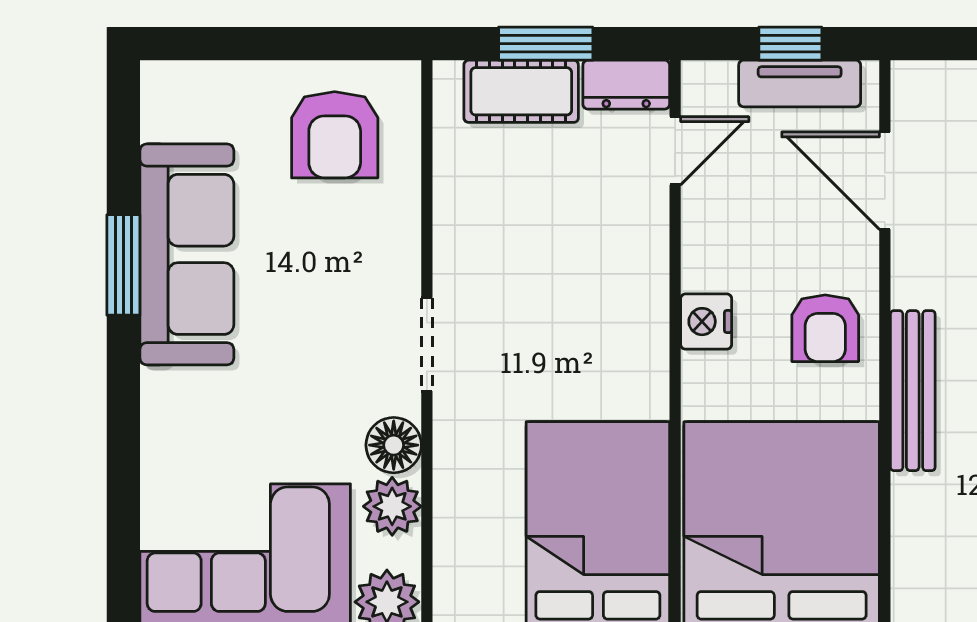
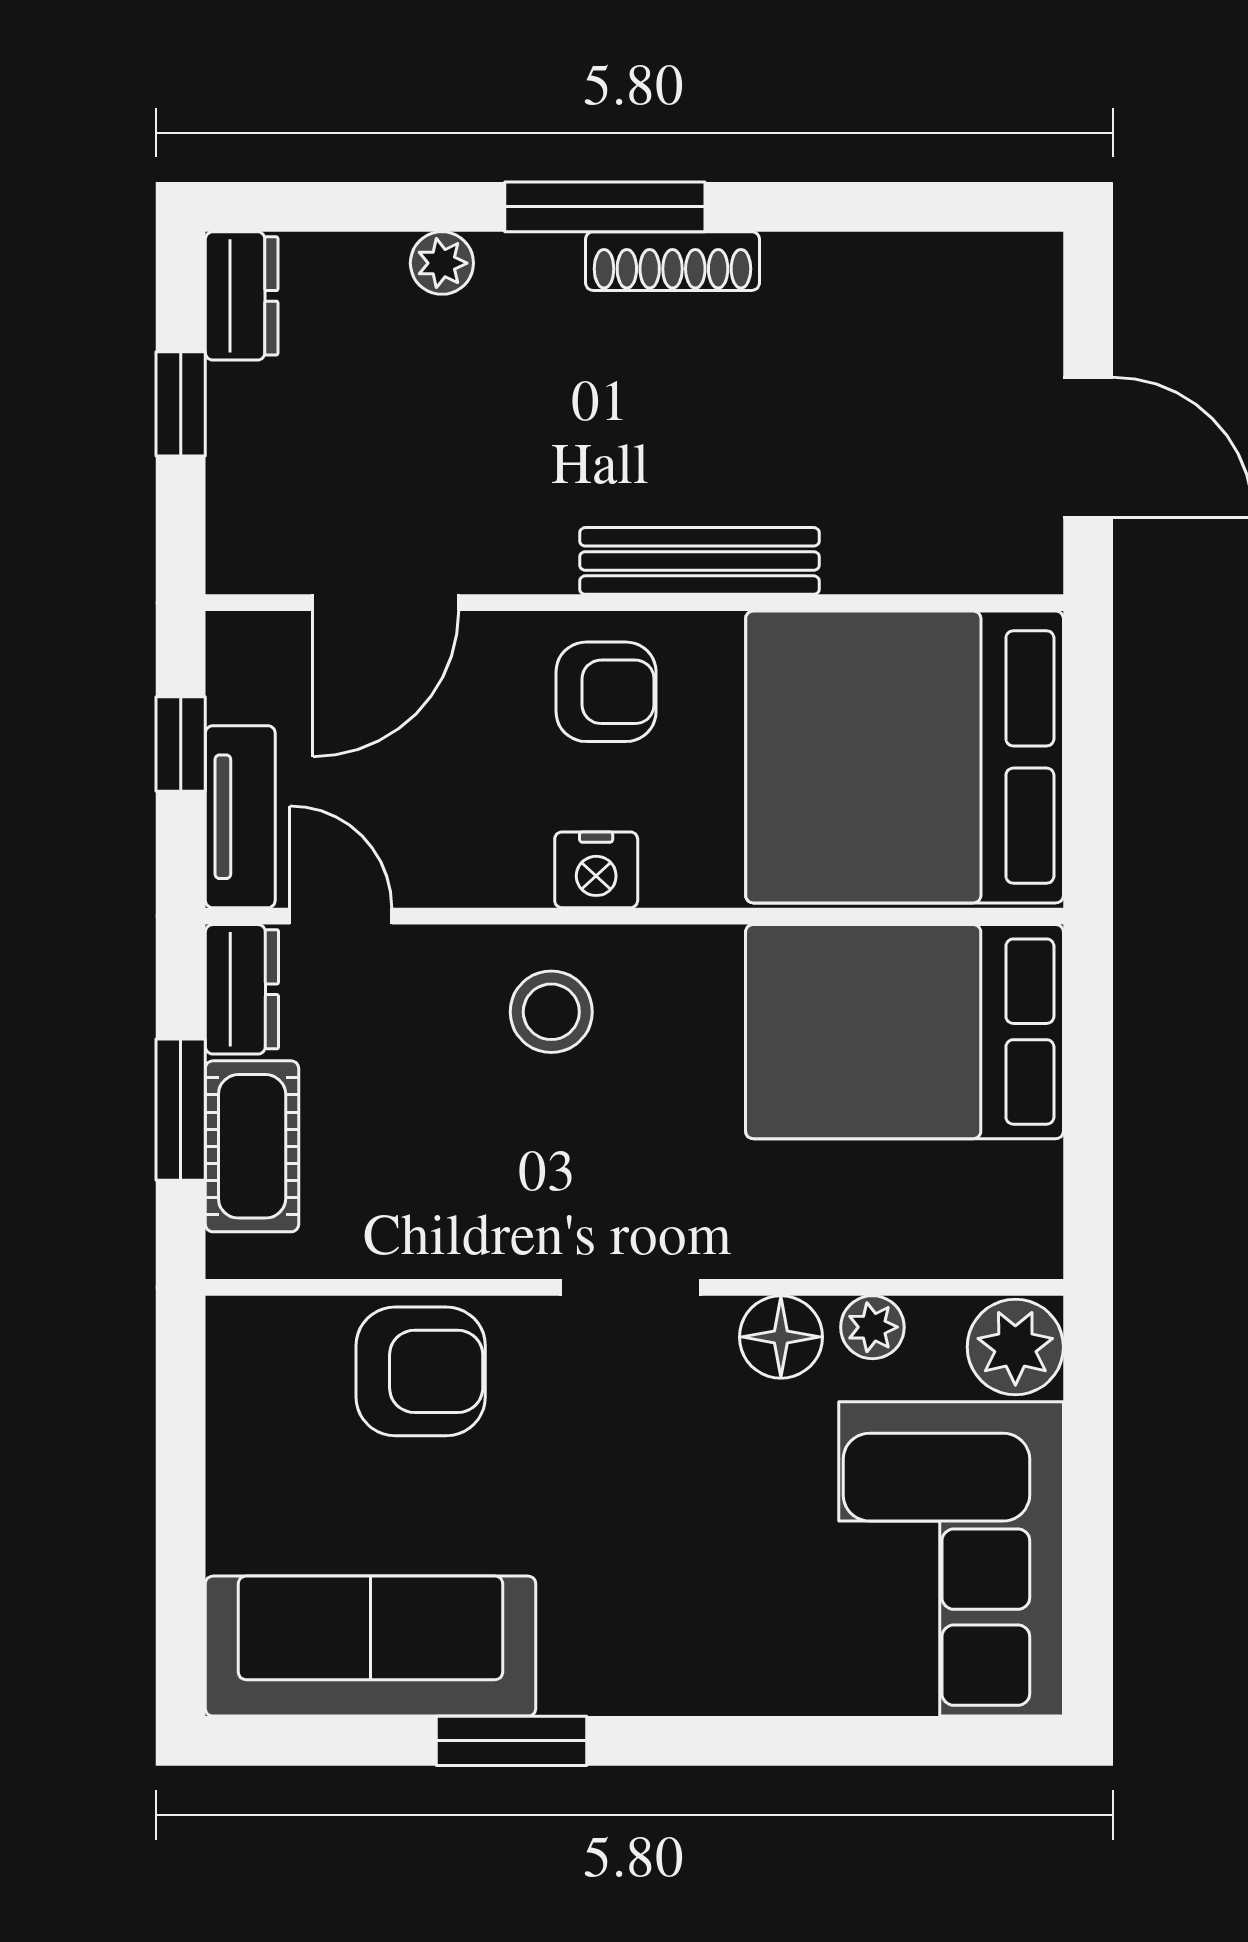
tv unit: (800, 83) -> (240, 817), moved
armchair: (335, 135) -> (421, 1371), moved
sofa: (187, 254) -> (371, 1646), moved
stool: (611, 291) -> (551, 1012), added
plant: (392, 506) -> (872, 1327), width x0.73, depth x0.73

